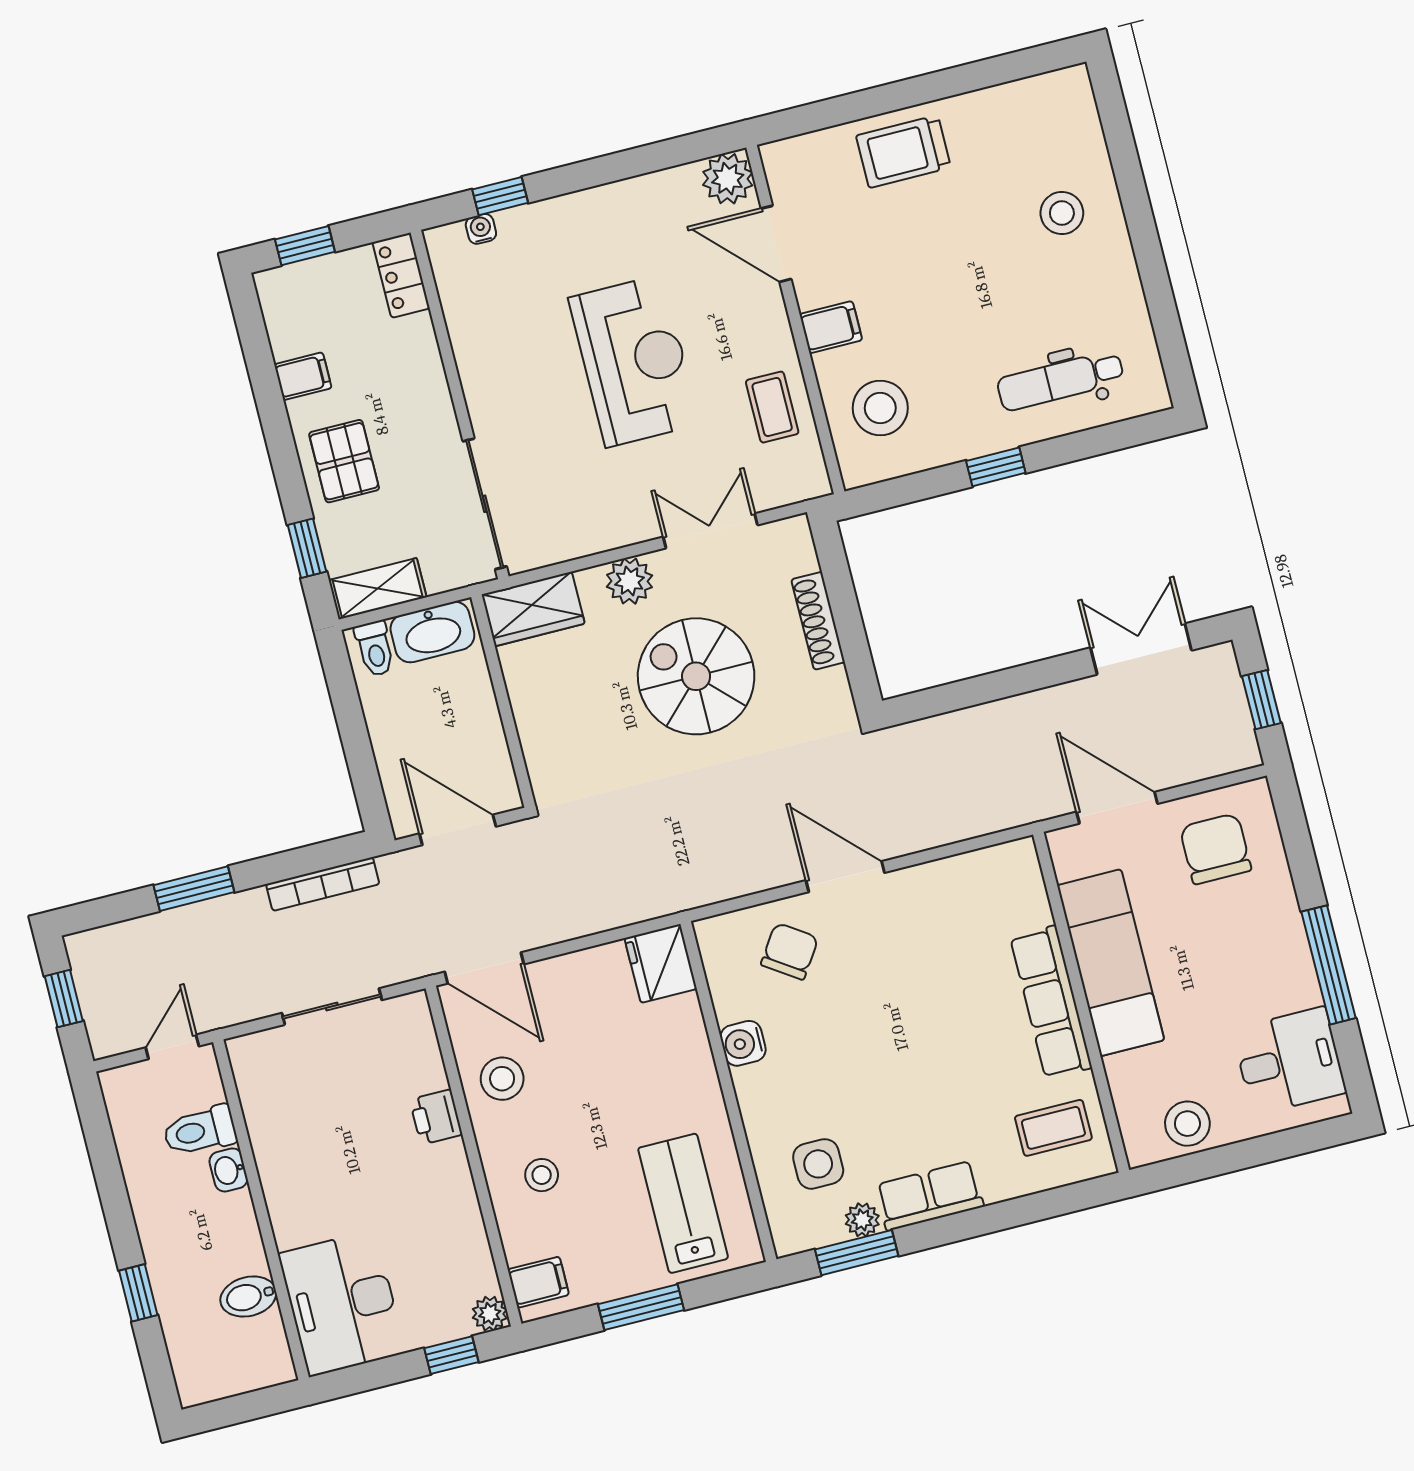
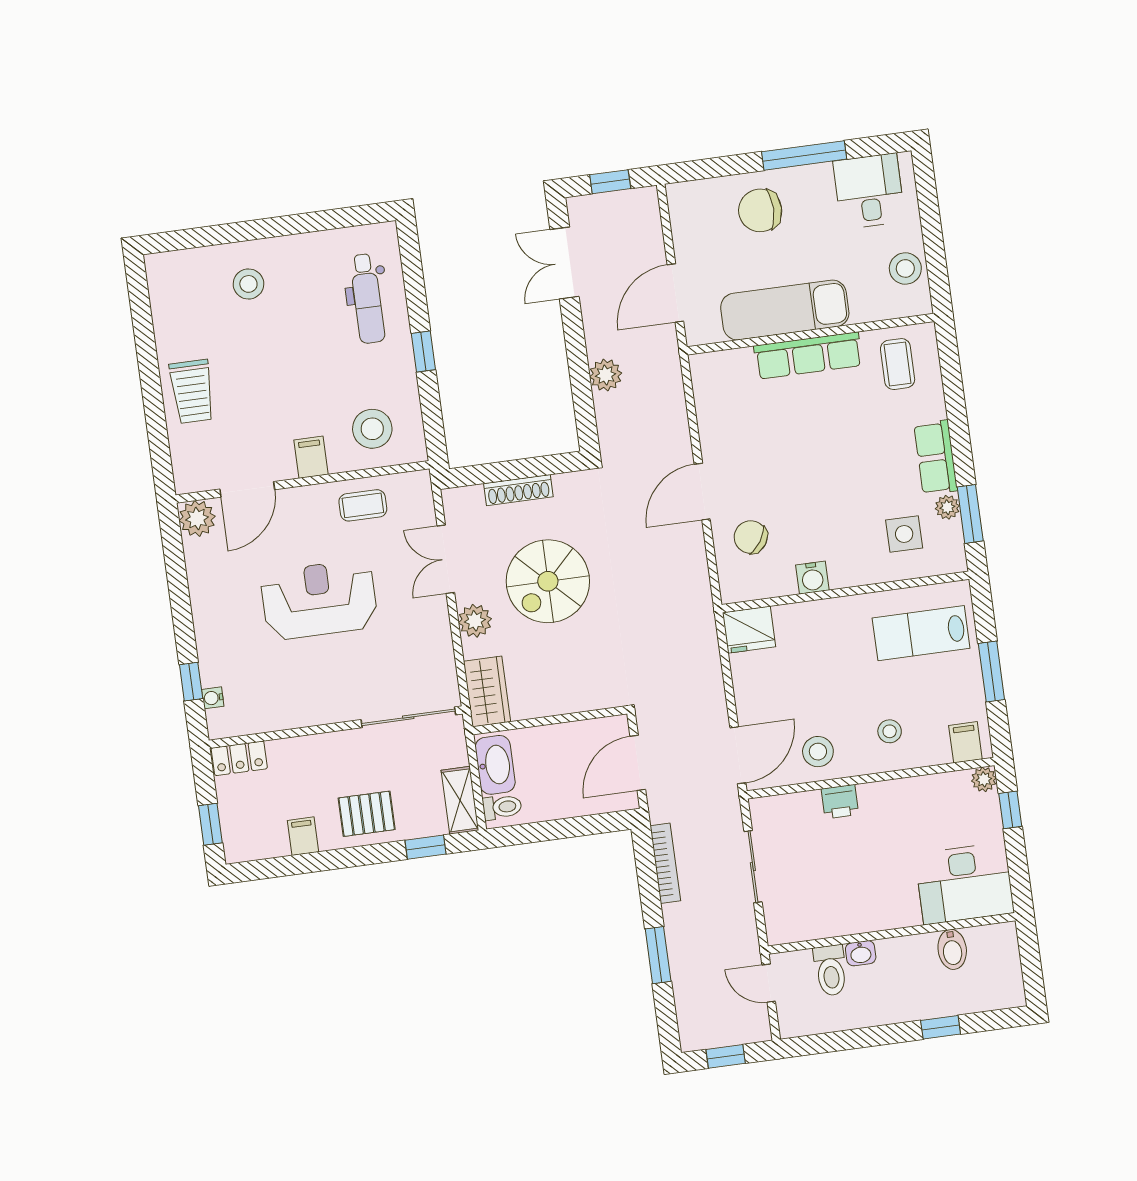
plant: (992, 724) -> (606, 375), added
chair: (1216, 849) -> (760, 210), moved

